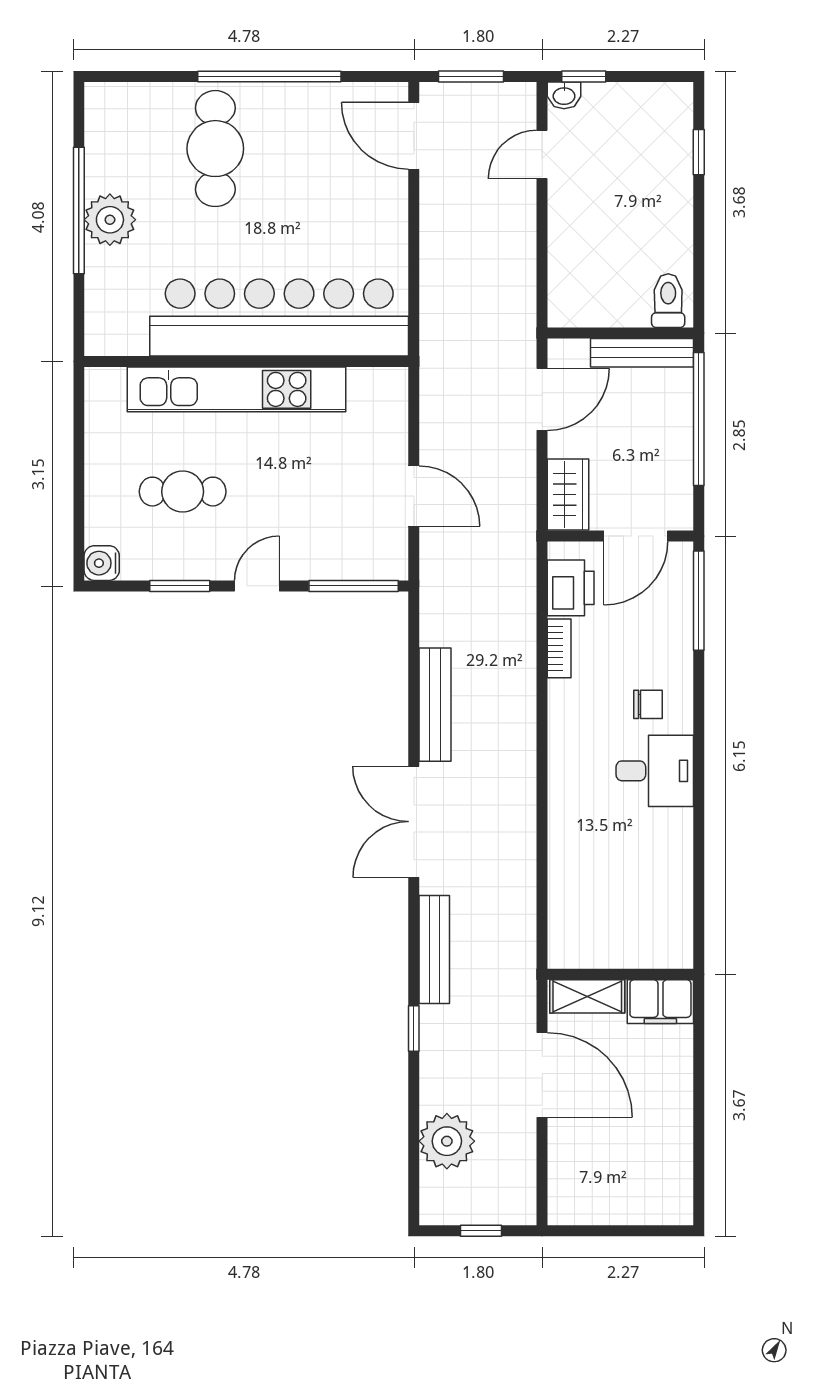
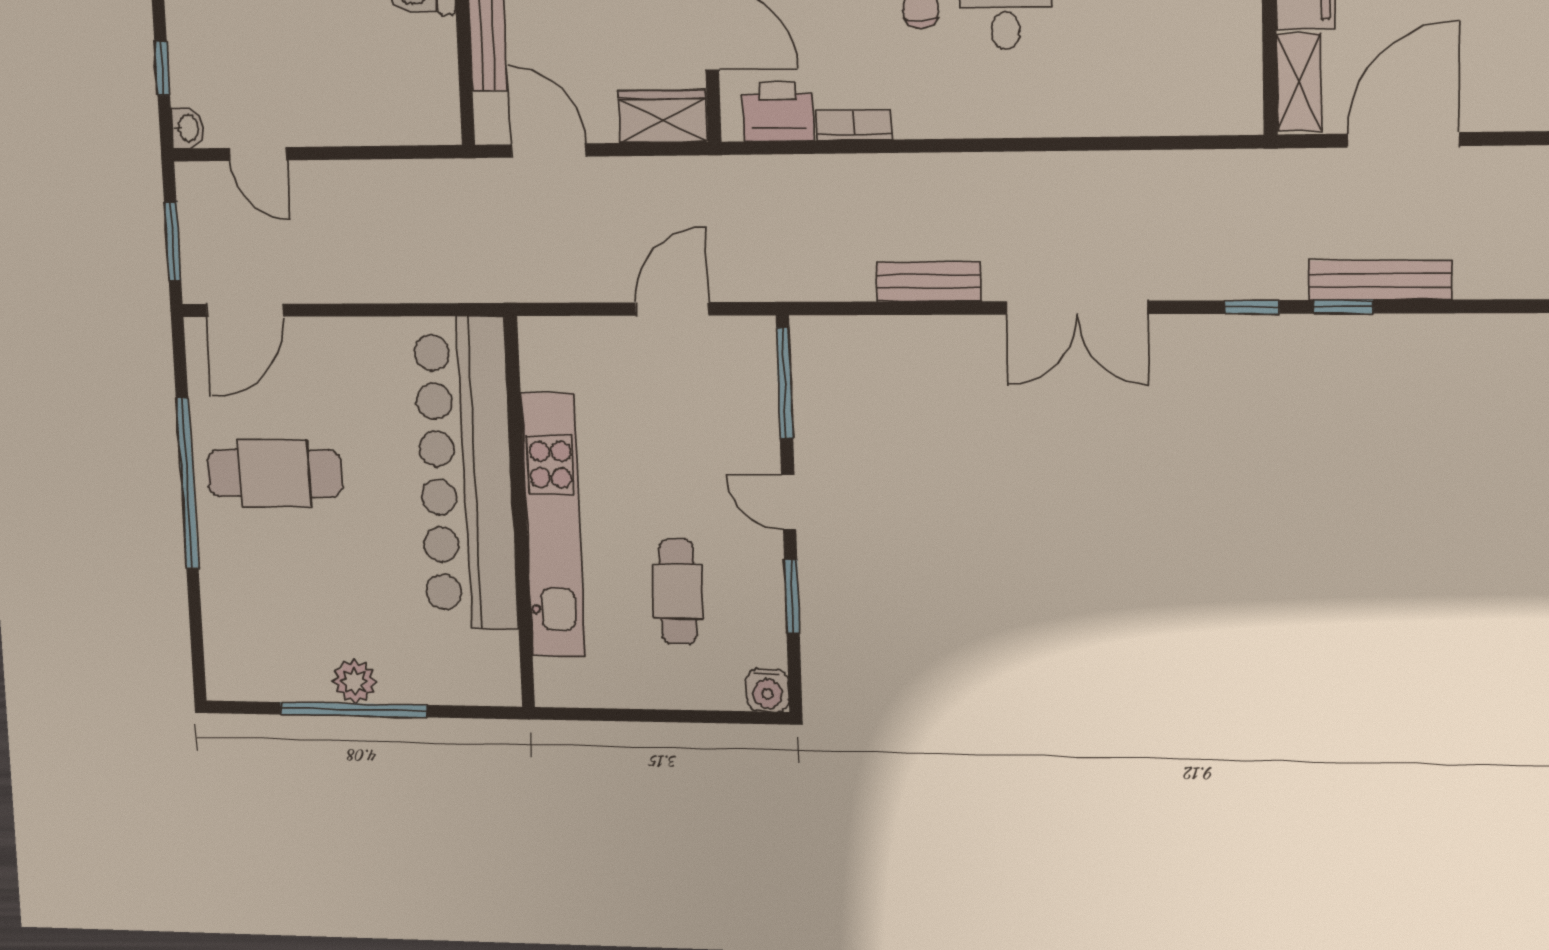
window: (584, 76) -> (162, 68), moved
cafe table: (215, 149) -> (274, 473), moved
plant: (110, 220) -> (355, 681), width x0.73, depth x0.73
bench: (435, 705) -> (928, 281), width x0.73
bench: (434, 949) -> (1380, 280), moved
window: (414, 958) -> (1252, 307), added
plant: (447, 1141) -> (1492, 263), removed

